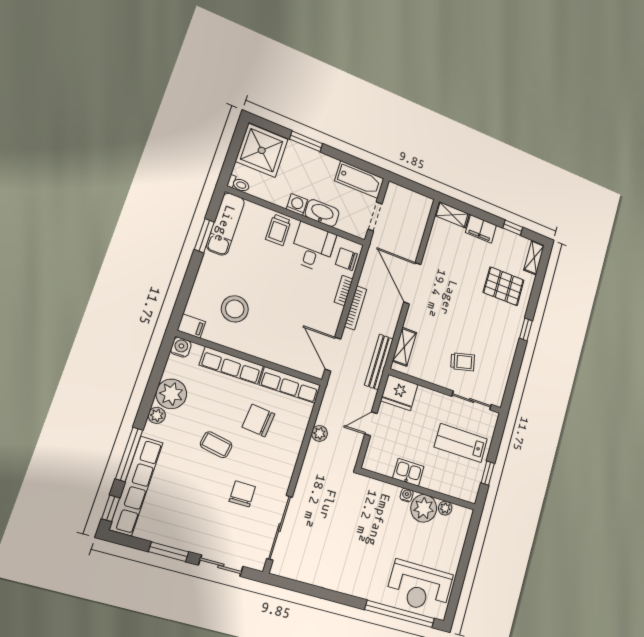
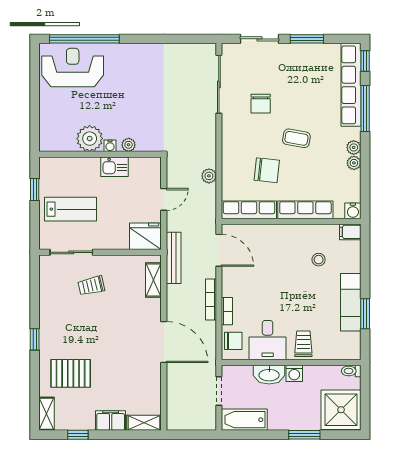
exam couch: (225, 224) -> (351, 302), moved
stool: (235, 309) -> (319, 260), width x0.53, depth x0.53
plant: (171, 394) -> (354, 163), width x0.53, depth x0.53
plant: (445, 508) -> (129, 145), moved

